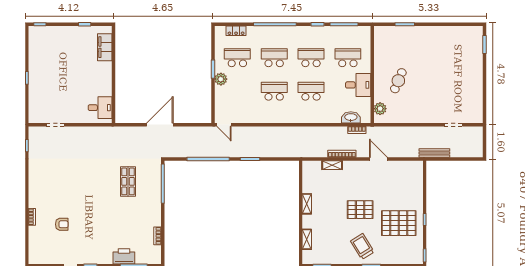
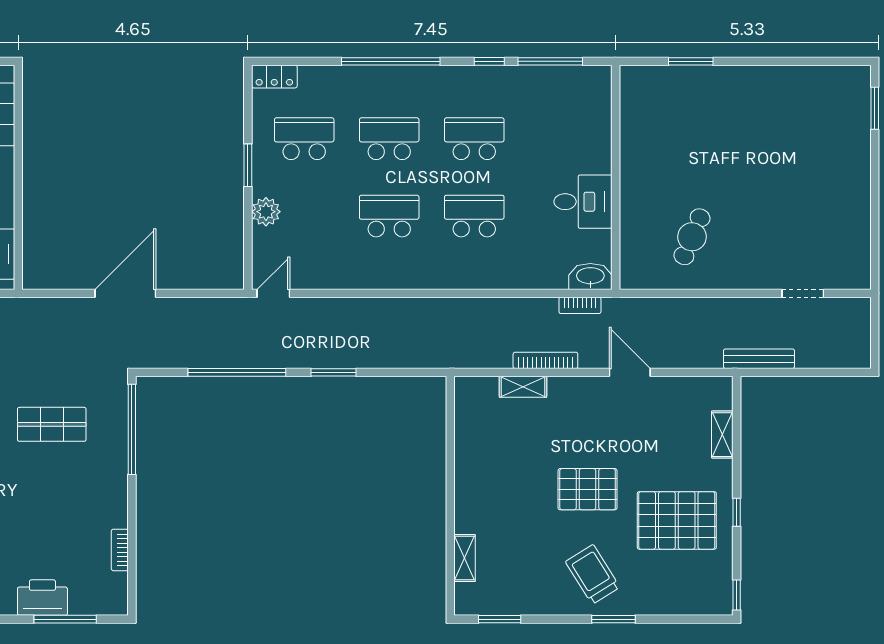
locker: (236, 31) -> (274, 77), moved
school desk: (348, 58) -> (559, 139), removed
plant: (221, 79) -> (266, 212), moved
cafe table: (398, 81) -> (692, 237), moved
plant: (380, 109) -> (634, 256), removed
washbasin: (351, 117) -> (590, 277), moved
door: (224, 125) -> (273, 293), swing flipped
shop shelf: (128, 181) -> (52, 424), turned 90
shelving: (307, 204) -> (722, 435), moved

